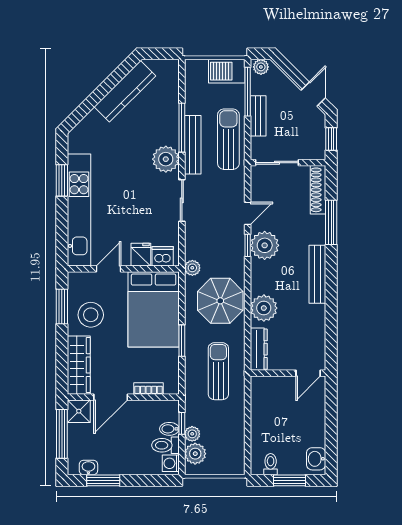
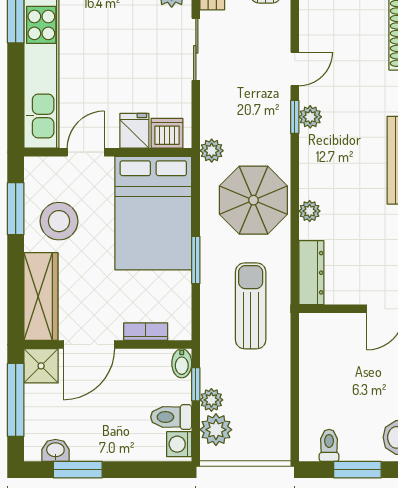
plant: (265, 245) -> (310, 117), width x0.53, depth x0.53
plant: (264, 308) -> (310, 211), width x0.53, depth x0.53
bidet: (169, 429) -> (182, 363), moved, turned -90

